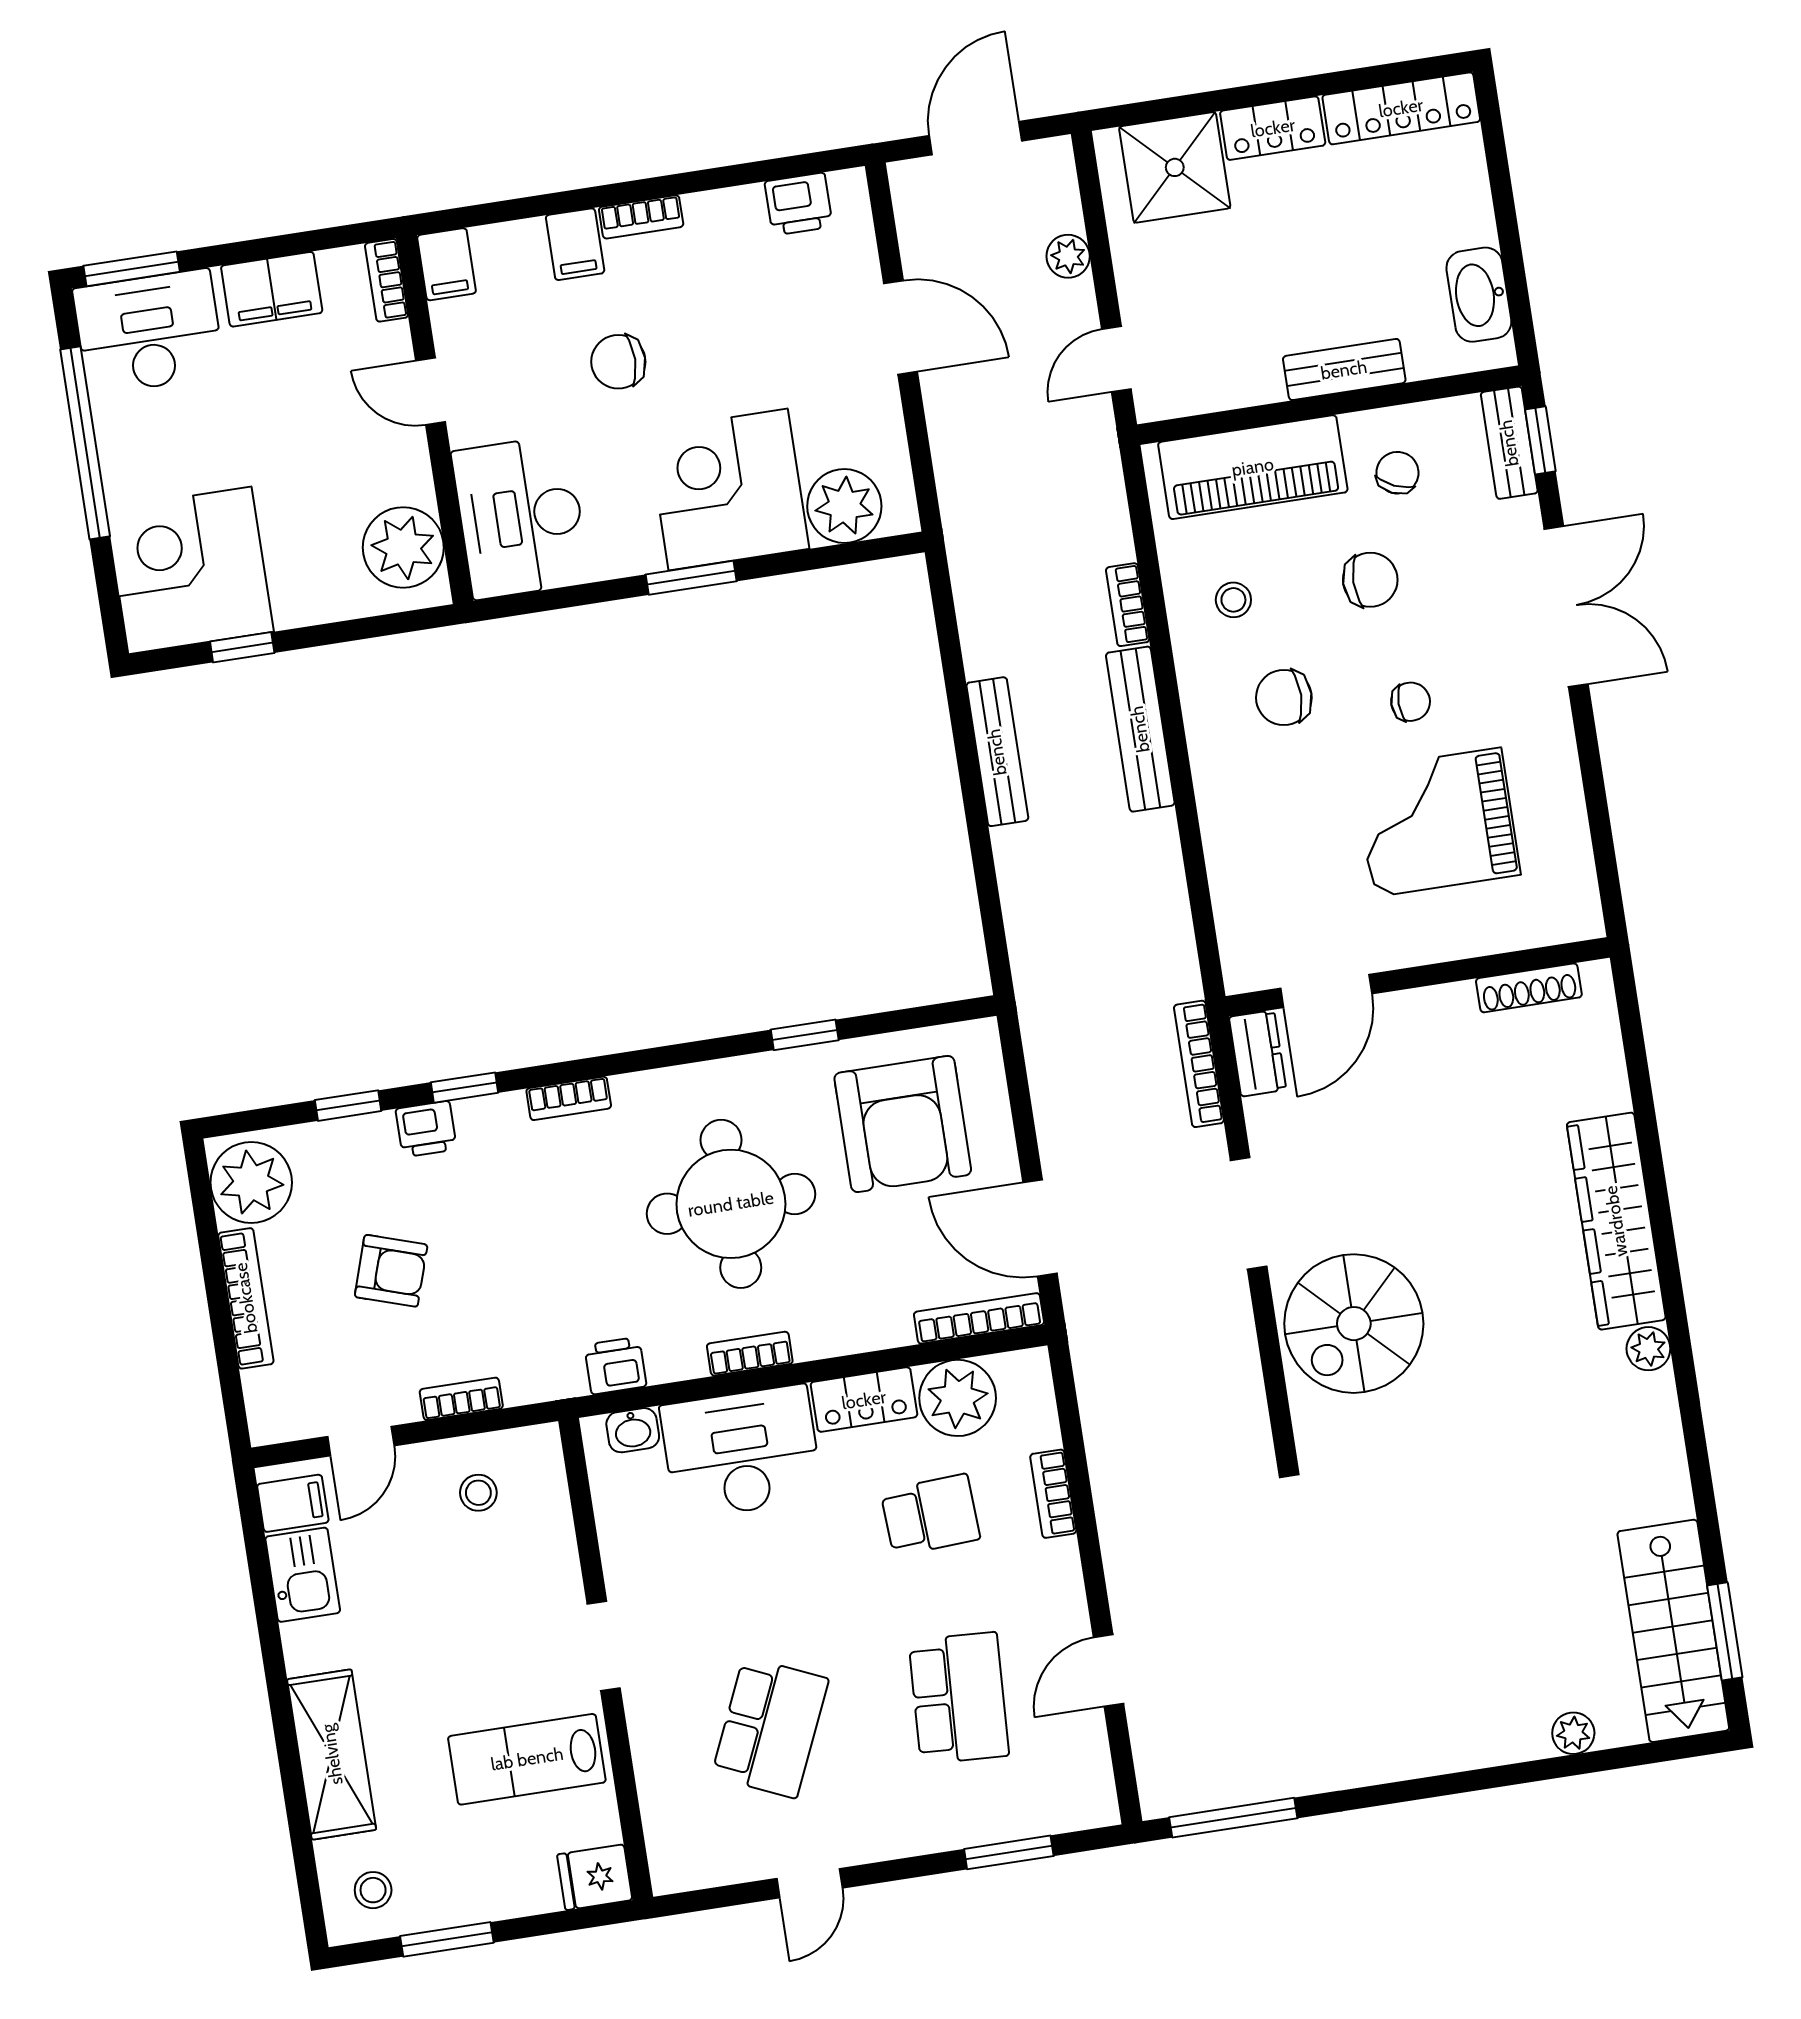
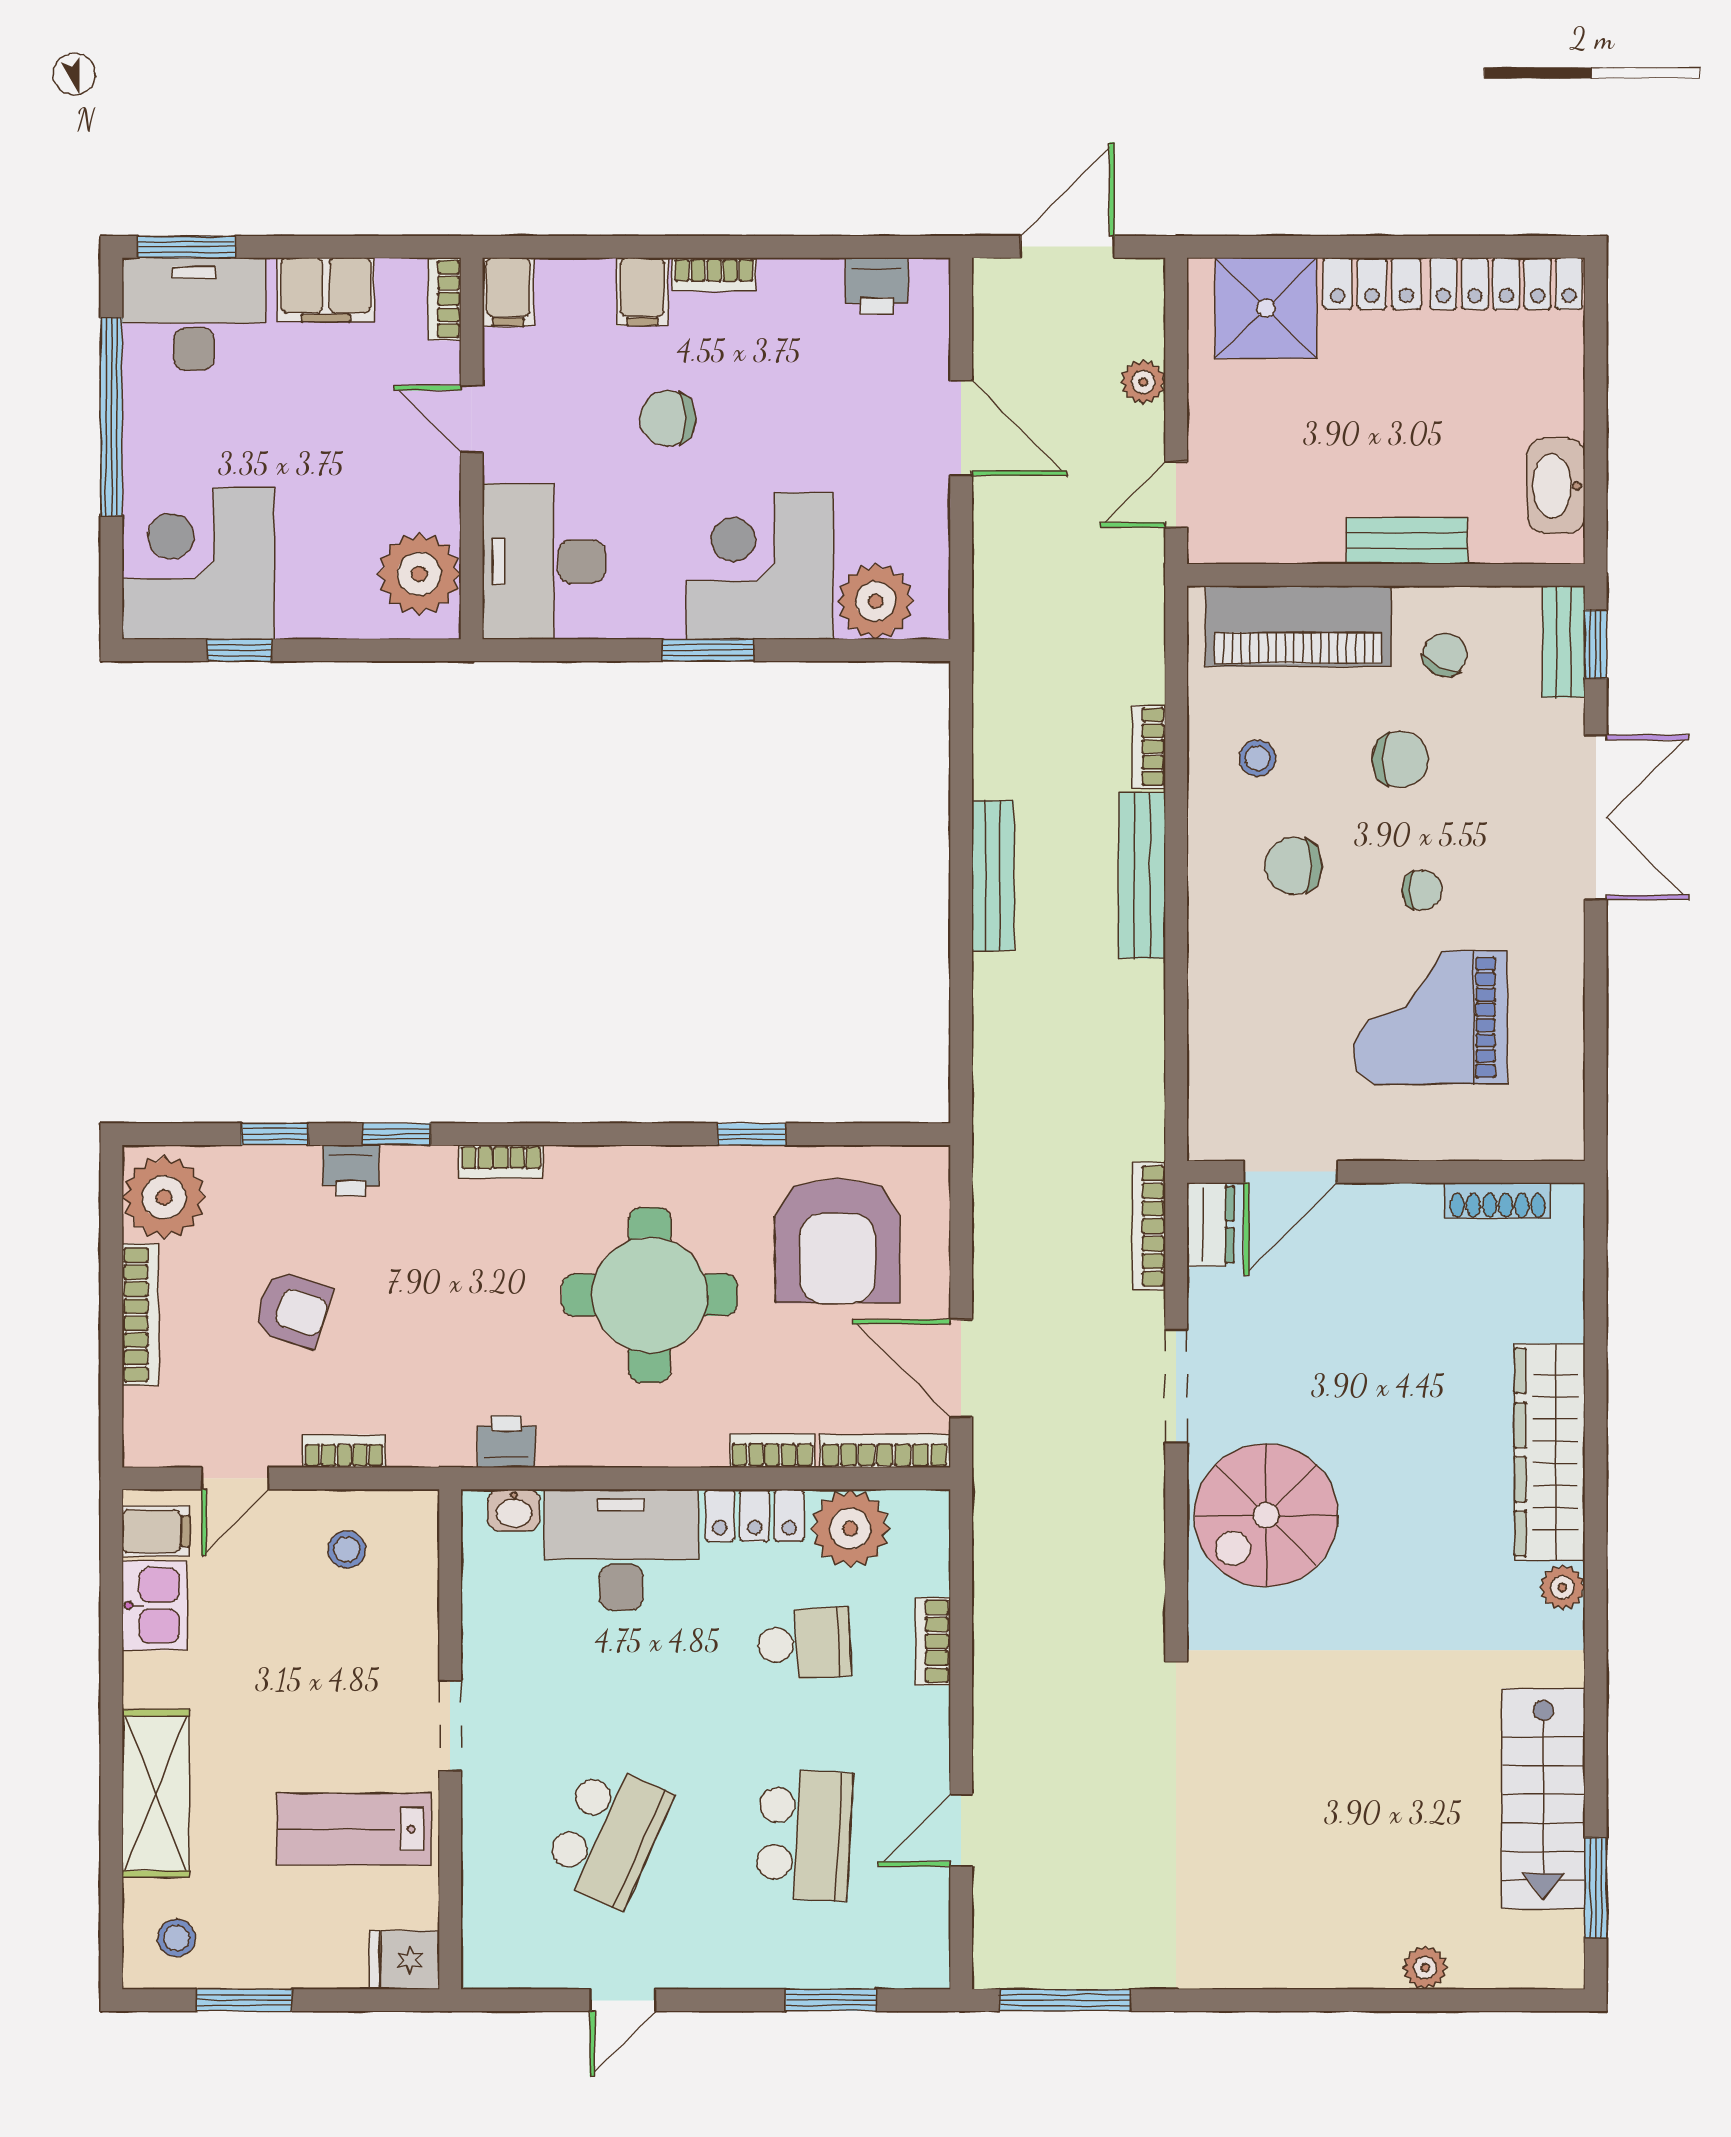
bookcase: (750, 1354) -> (772, 1451), moved
stairs: (1673, 1631) -> (1543, 1799), moved

